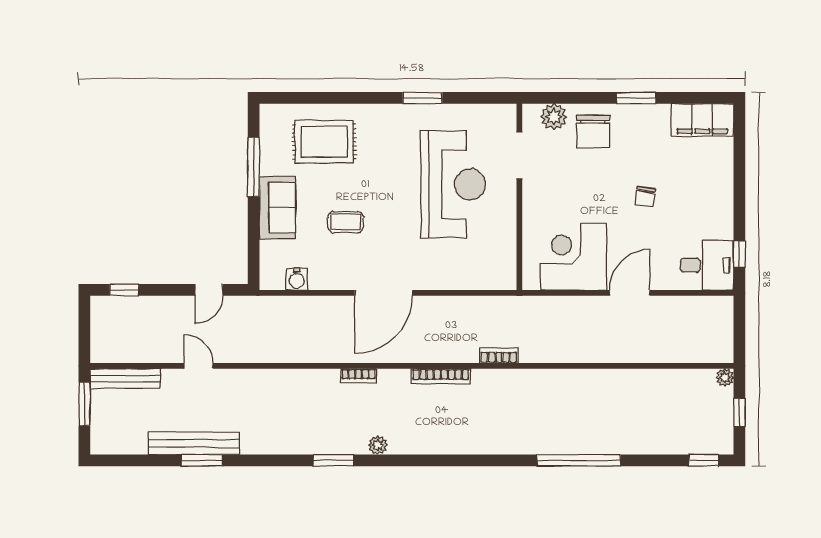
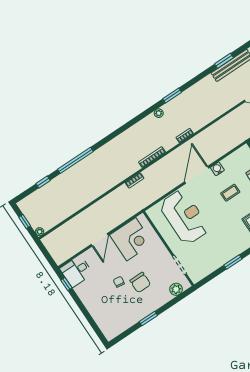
filing cabinet: (702, 120) -> (117, 327), removed
chair: (593, 132) -> (140, 282), moved, turned 180
reception desk: (453, 184) -> (184, 217), moved, turned 180
water cooler: (297, 279) -> (217, 169), moved
window: (704, 460) -> (43, 182), moved

